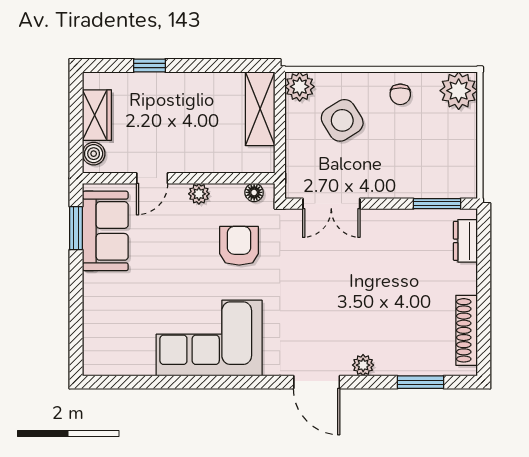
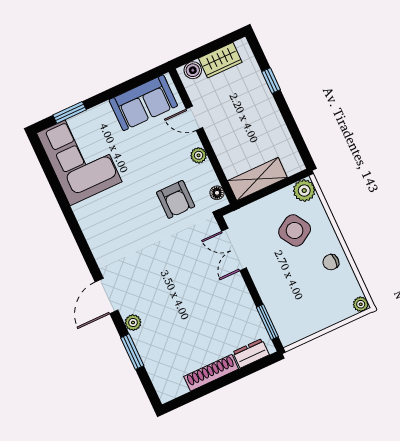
plant: (459, 91) -> (361, 304), width x0.53, depth x0.53
shelving: (260, 109) -> (257, 179), moved
window: (76, 228) -> (70, 112), moved
armchair: (239, 246) -> (176, 199), turned 90
shoe rack: (467, 330) -> (211, 373), moved
corner sofa: (209, 338) -> (79, 157), moved
window: (420, 382) -> (132, 352), moved

